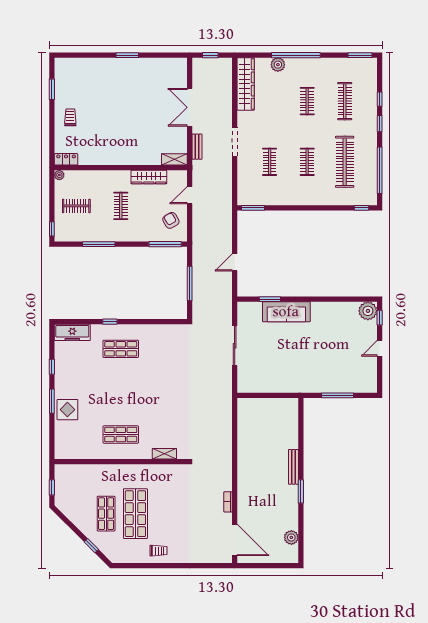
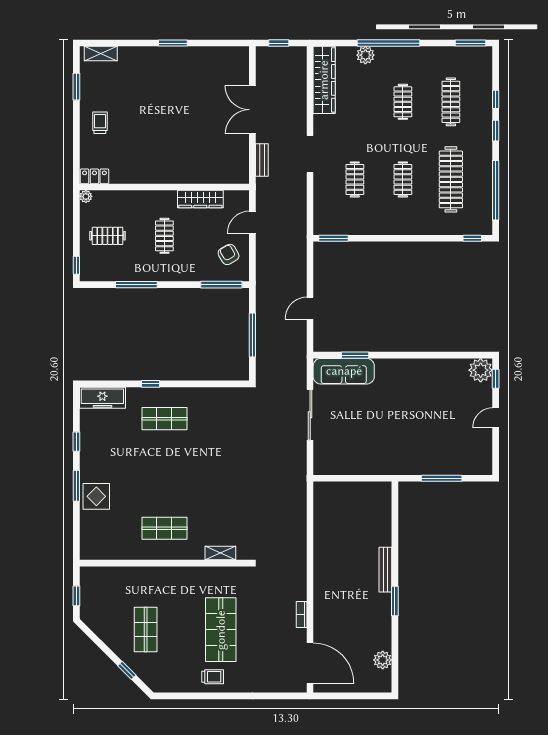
shelving: (174, 159) -> (101, 54), moved
sofa: (286, 312) -> (344, 371), moved
shop shelf: (135, 514) -> (221, 630), moved

